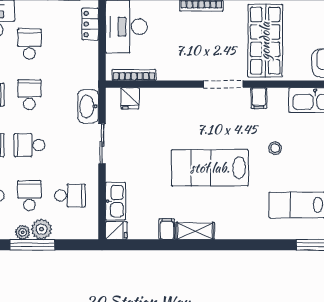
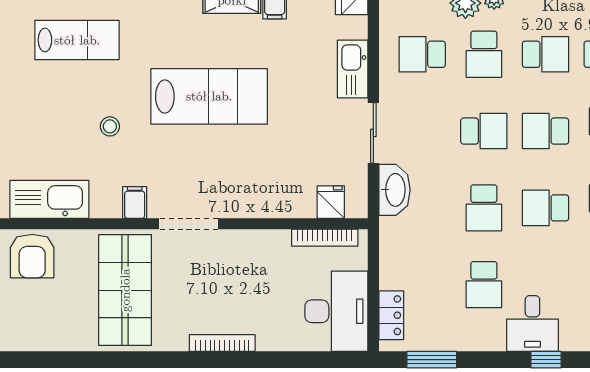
kitchen sink: (116, 201) -> (353, 69), moved

